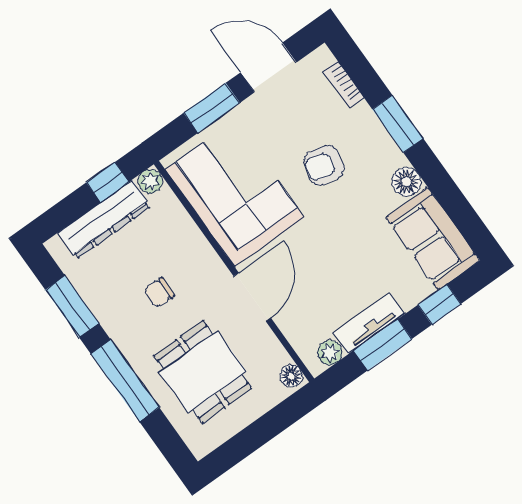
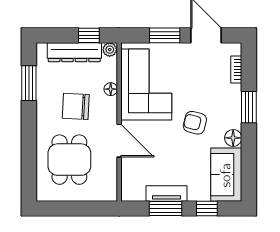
armchair: (324, 165) -> (195, 123), moved
chair: (159, 293) -> (76, 106), width x1.87, depth x1.87
door: (252, 297) -> (119, 141), hinge flipped
plant: (330, 353) -> (137, 194), removed
floor lamp: (291, 376) -> (111, 89), moved
window: (125, 381) -> (29, 137), removed

